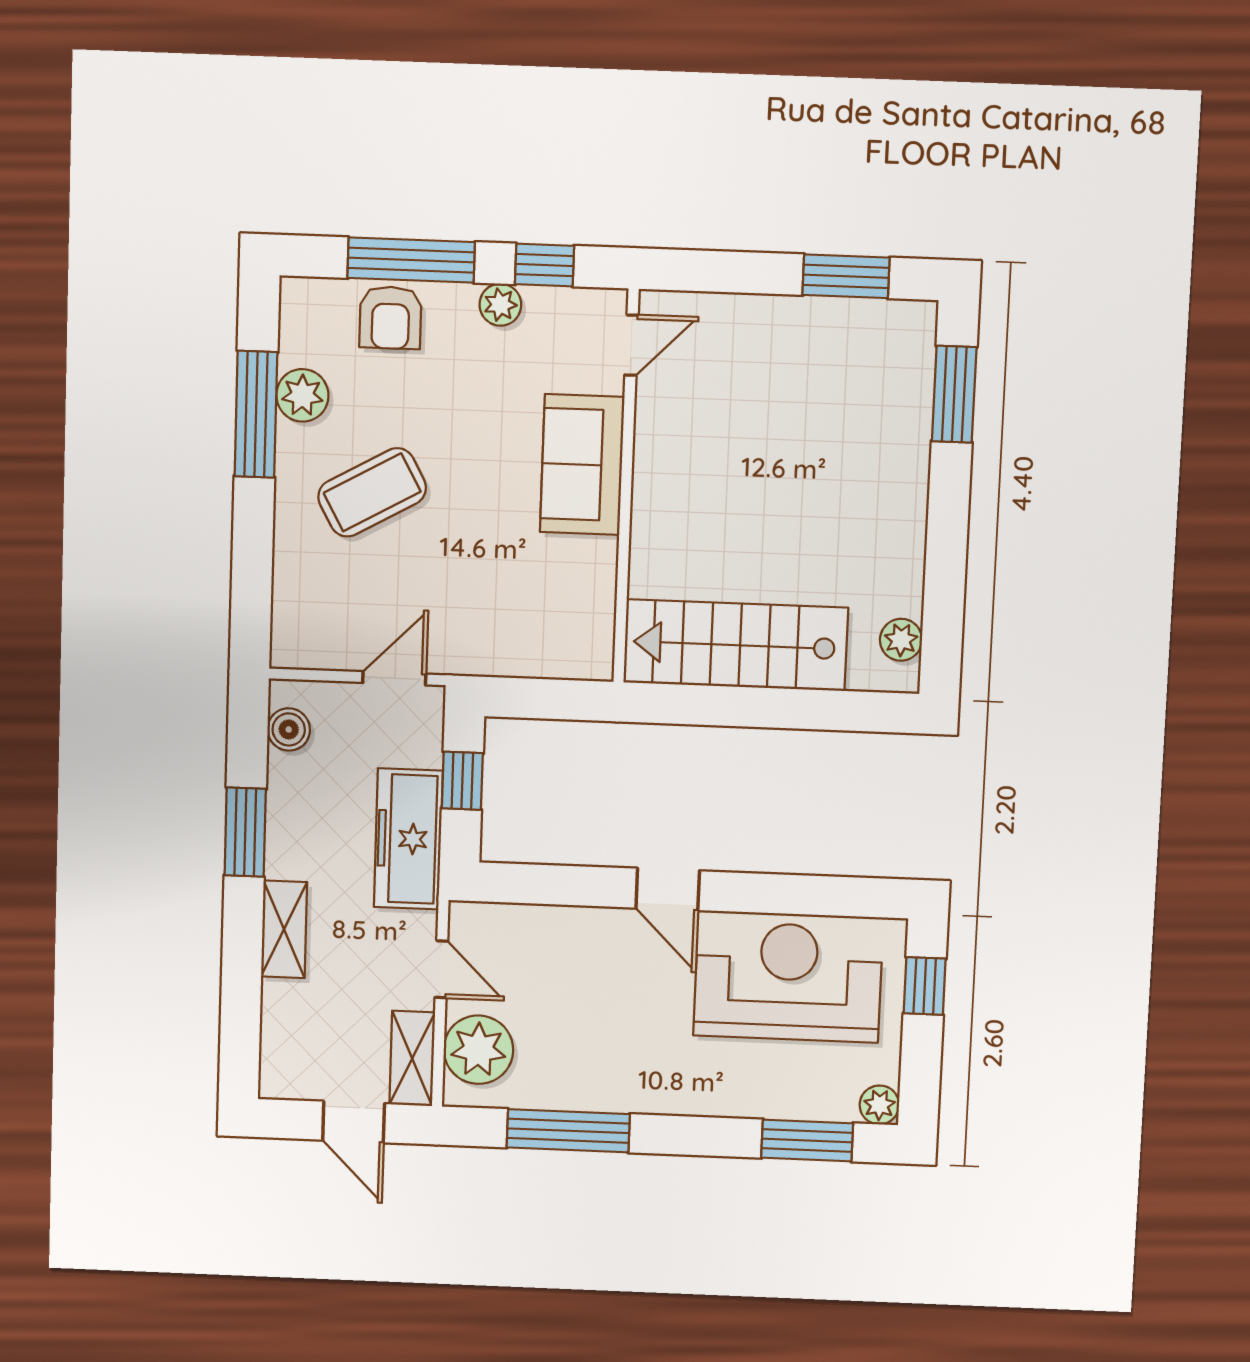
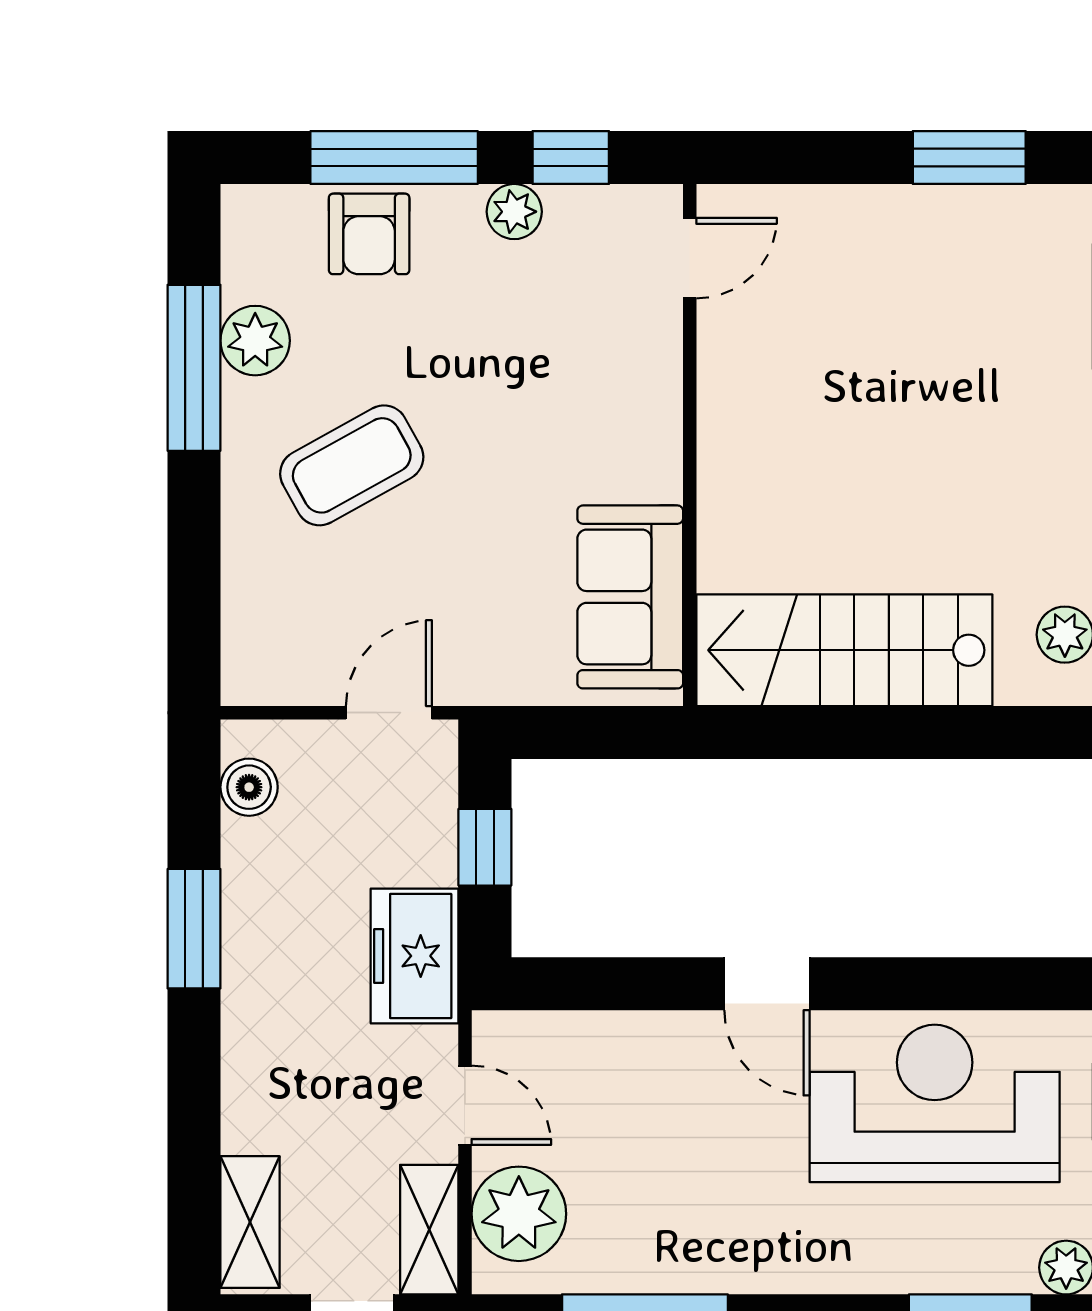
sofa: (582, 465) -> (630, 597), moved
freezer: (408, 839) -> (415, 956), width x0.71
shelving: (284, 929) -> (250, 1222), moved

